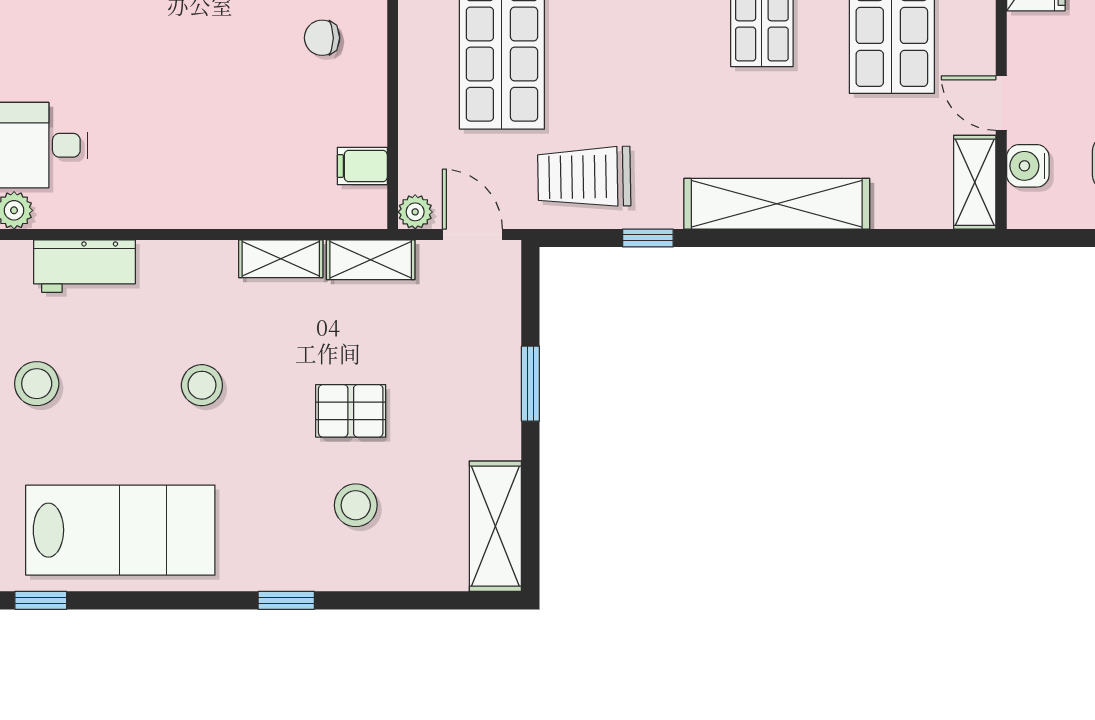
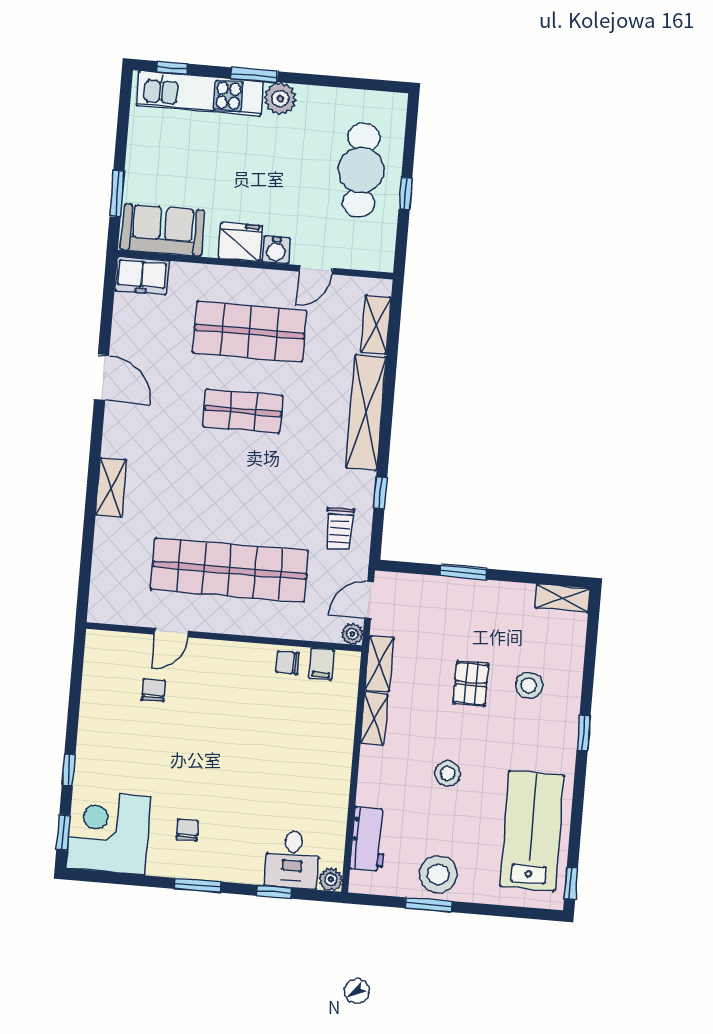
chair: (322, 38) -> (288, 663), moved, turned 90
water cooler: (1028, 166) -> (276, 250), moved
trolley: (584, 177) -> (340, 529), width x0.73, depth x0.72
shelving: (975, 182) -> (376, 325), moved, turned 90
stool: (37, 384) -> (438, 874), width x1.38, depth x1.38
shelving: (495, 526) -> (563, 598), width x0.67, depth x0.75

